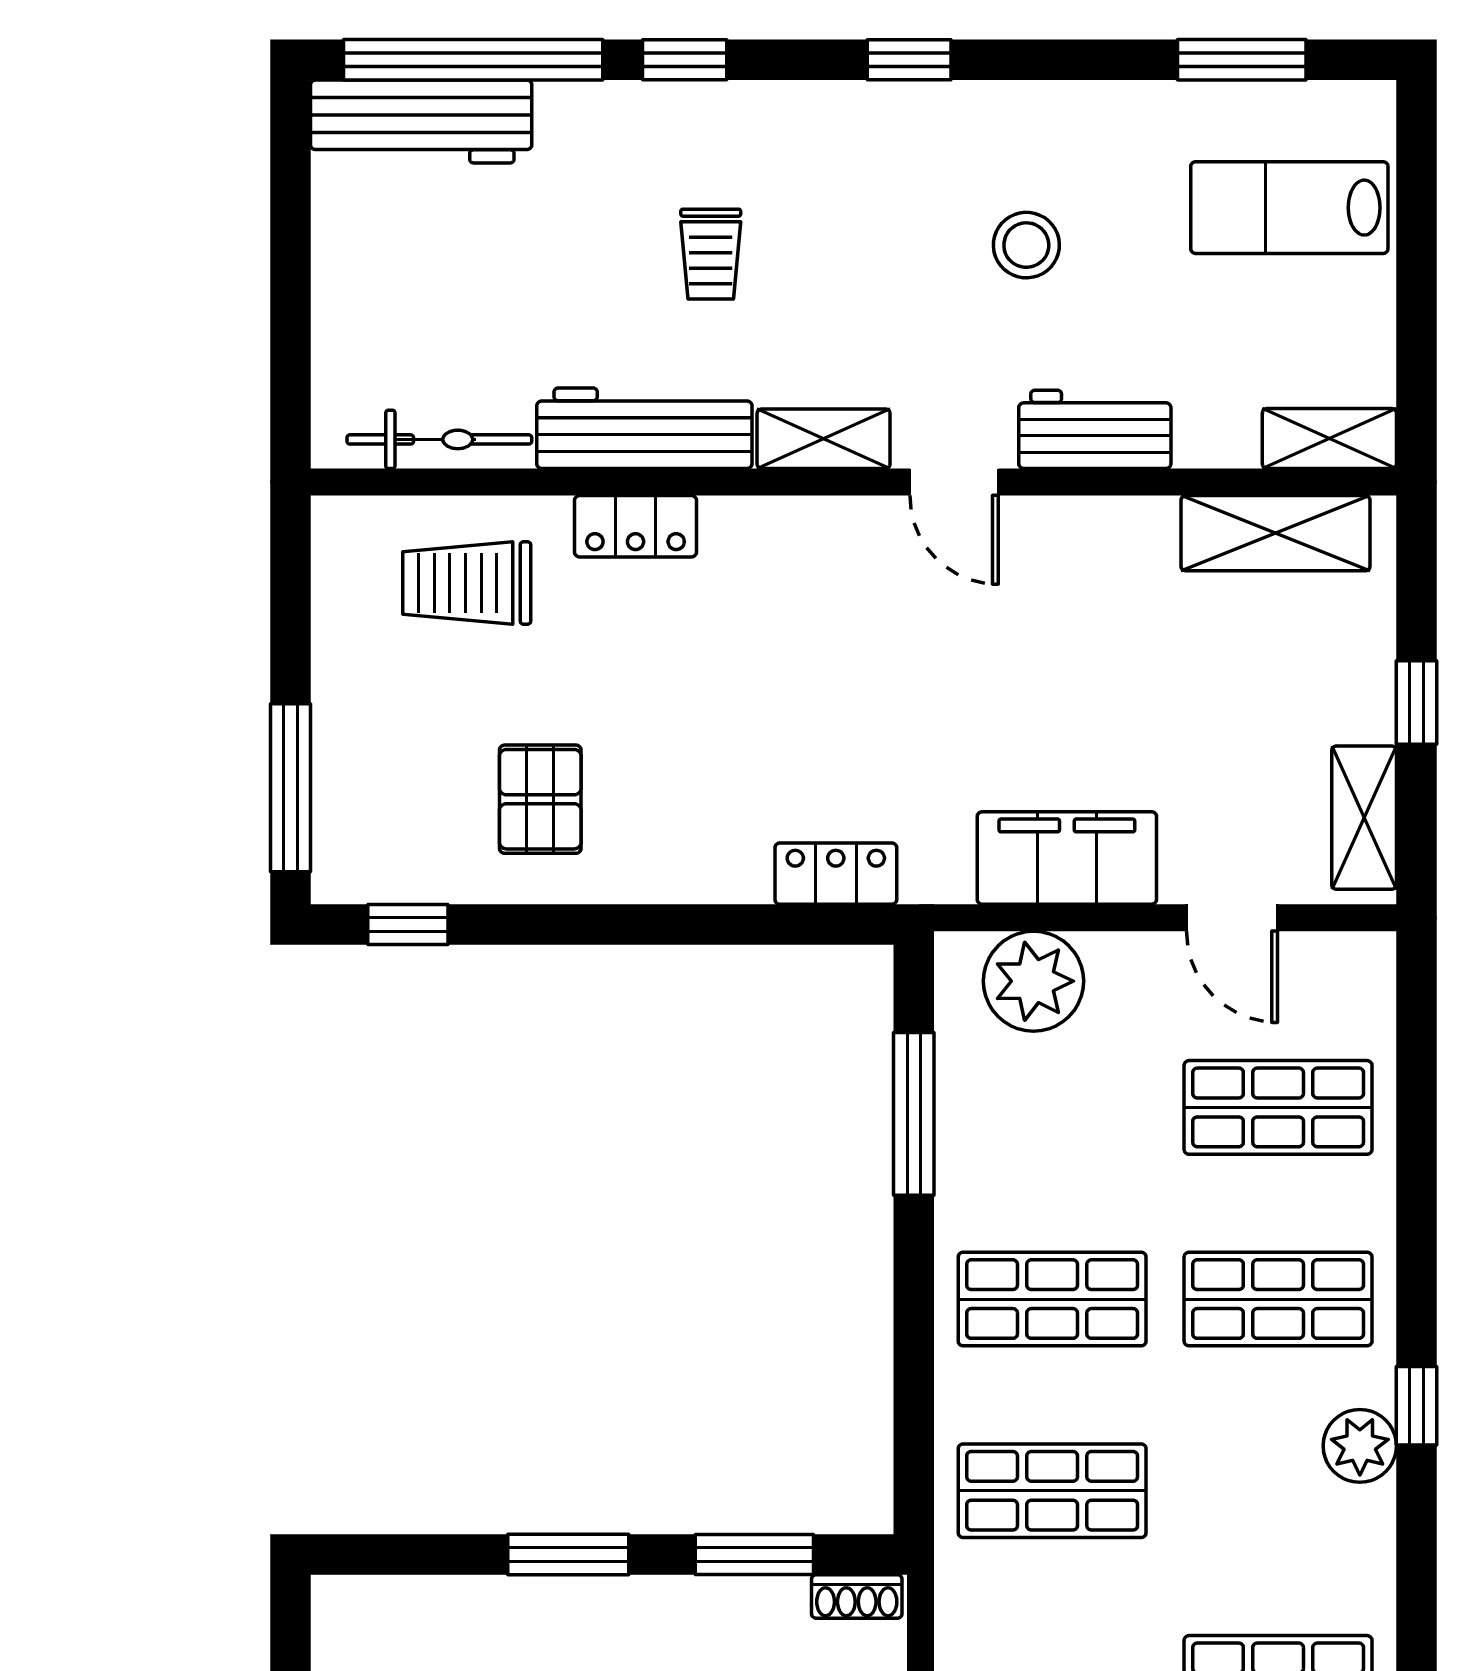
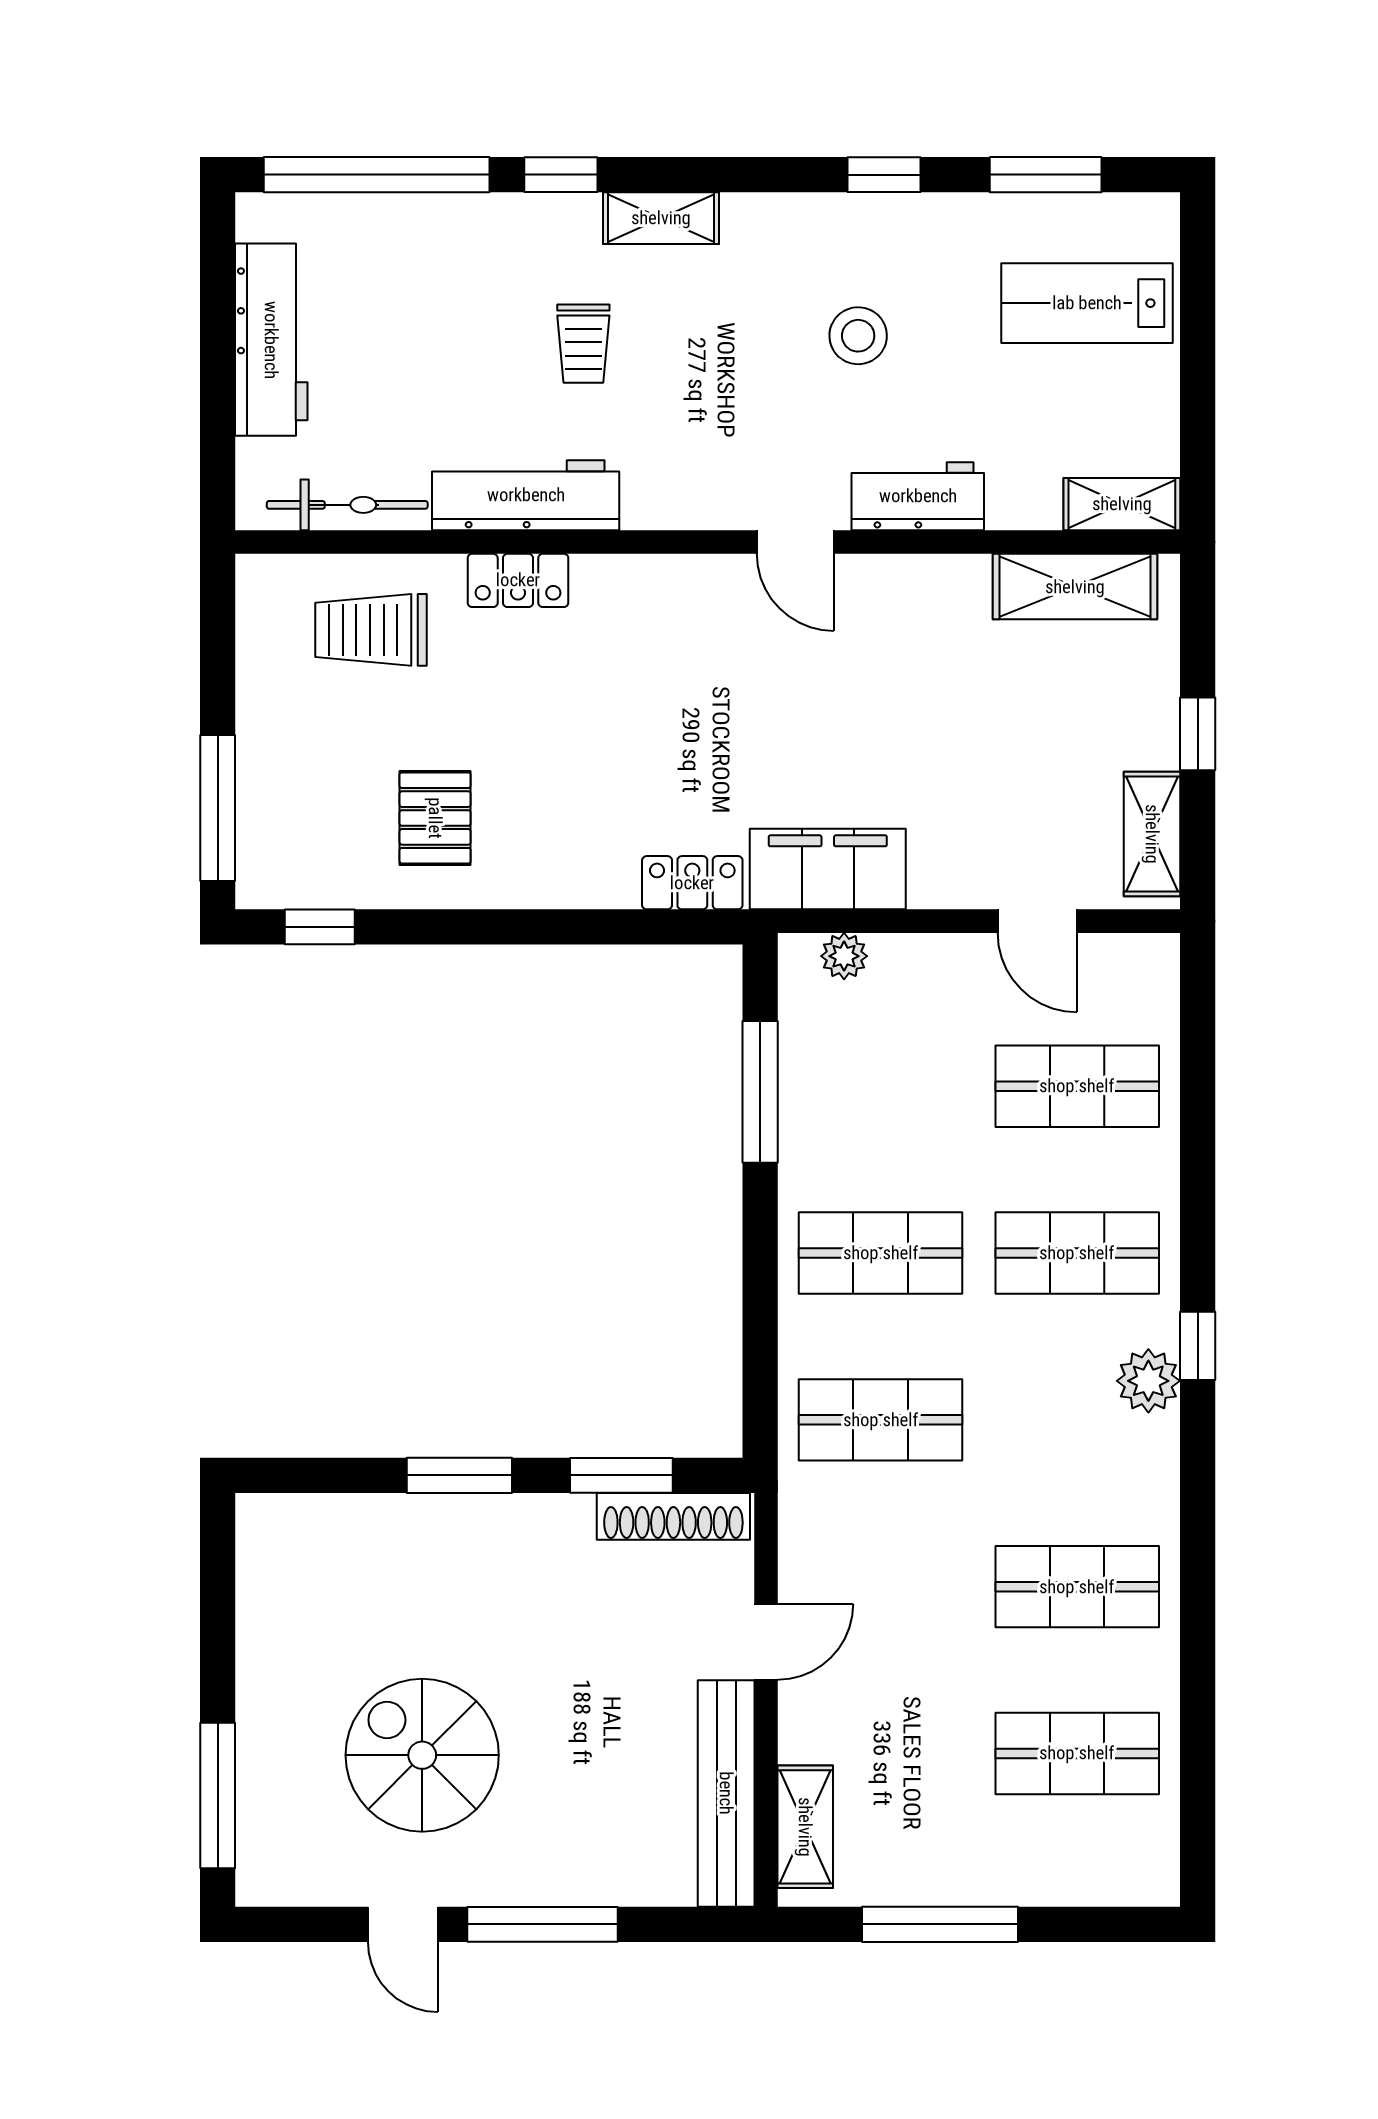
window: (909, 60) -> (884, 175), moved
workbench: (421, 121) -> (271, 340), moved, turned -90
shelving: (824, 439) -> (661, 218), moved
filing cabinet: (1067, 858) -> (828, 869), moved
plant: (1033, 981) -> (844, 956), width x0.53, depth x0.53
shoe rack: (857, 1596) -> (673, 1516), width x1.94, depth x1.24

